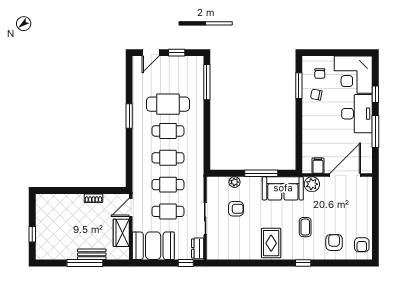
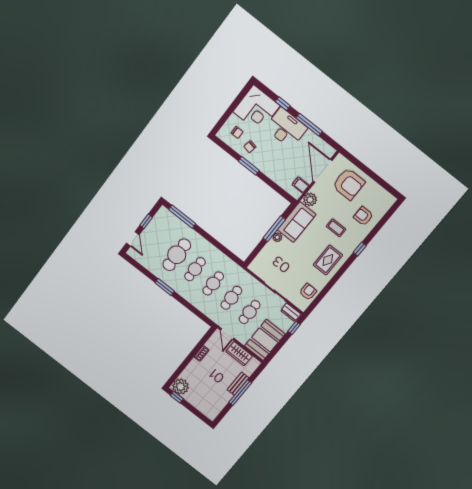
window: (299, 86) -> (249, 166), moved
plant: (235, 182) -> (277, 237), moved
plant: (45, 204) -> (181, 387), added
armchair: (236, 209) -> (308, 292), moved
window: (32, 234) -> (177, 397), moved
rug: (271, 243) -> (328, 260), turned 90
armchair: (362, 245) -> (349, 184), moved, width x1.88, depth x1.88

